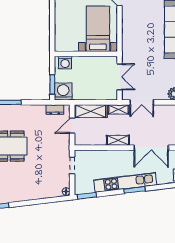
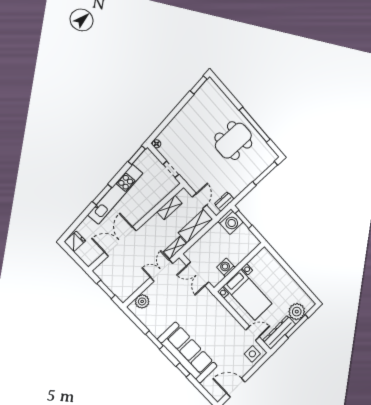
washing machine: (65, 63) -> (226, 267), moved
shelving: (118, 140) -> (169, 207), moved

